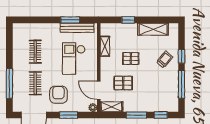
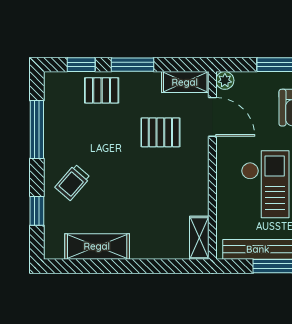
window: (128, 20) -> (150, 266), removed
shelving: (105, 46) -> (199, 238), moved
window: (181, 56) -> (37, 211), moved
pallet: (131, 59) -> (102, 90), moved

